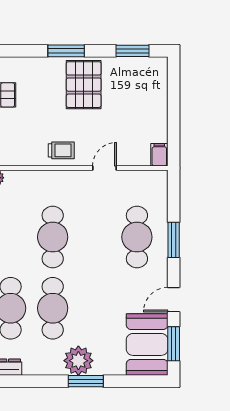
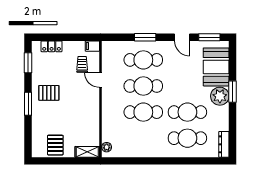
pallet: (84, 85) -> (49, 93), width x0.67, depth x0.71
locker: (159, 89) -> (52, 46), added
trolley: (61, 150) -> (82, 64), moved
cafe table: (95, 237) -> (143, 86), added
booth: (147, 344) -> (216, 67), moved, turned 90

